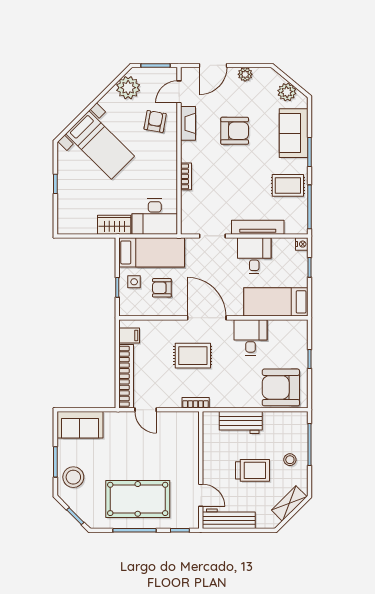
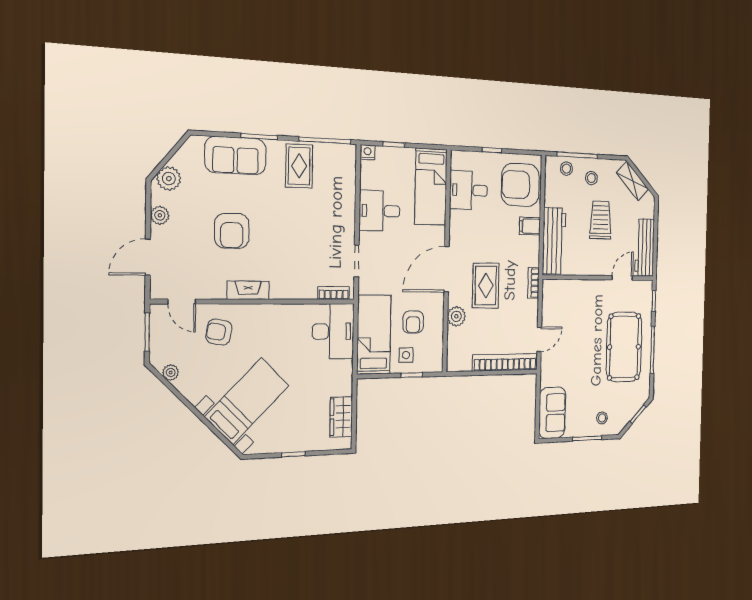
door: (213, 65) -> (148, 257), swing flipped
plant: (128, 88) -> (171, 372), width x0.53, depth x0.53
plant: (287, 92) -> (169, 179), moved
fireplace: (188, 123) -> (248, 290), moved
armchair: (235, 131) -> (232, 231), turned 180
bookcase: (186, 176) -> (334, 293), moved
wardrobe: (114, 225) -> (341, 417), moved
tv unit: (258, 227) -> (347, 205), removed
plant: (166, 328) -> (456, 316), added
filing cabinet: (129, 335) -> (530, 226), moved, turned -90
desk: (250, 337) -> (469, 190), moved
armchair: (281, 387) -> (520, 185), turned 90
workbench: (241, 423) -> (554, 241), width x1.38
stool: (297, 434) -> (566, 169), added
stool: (73, 477) -> (602, 418), width x0.53, depth x0.53

